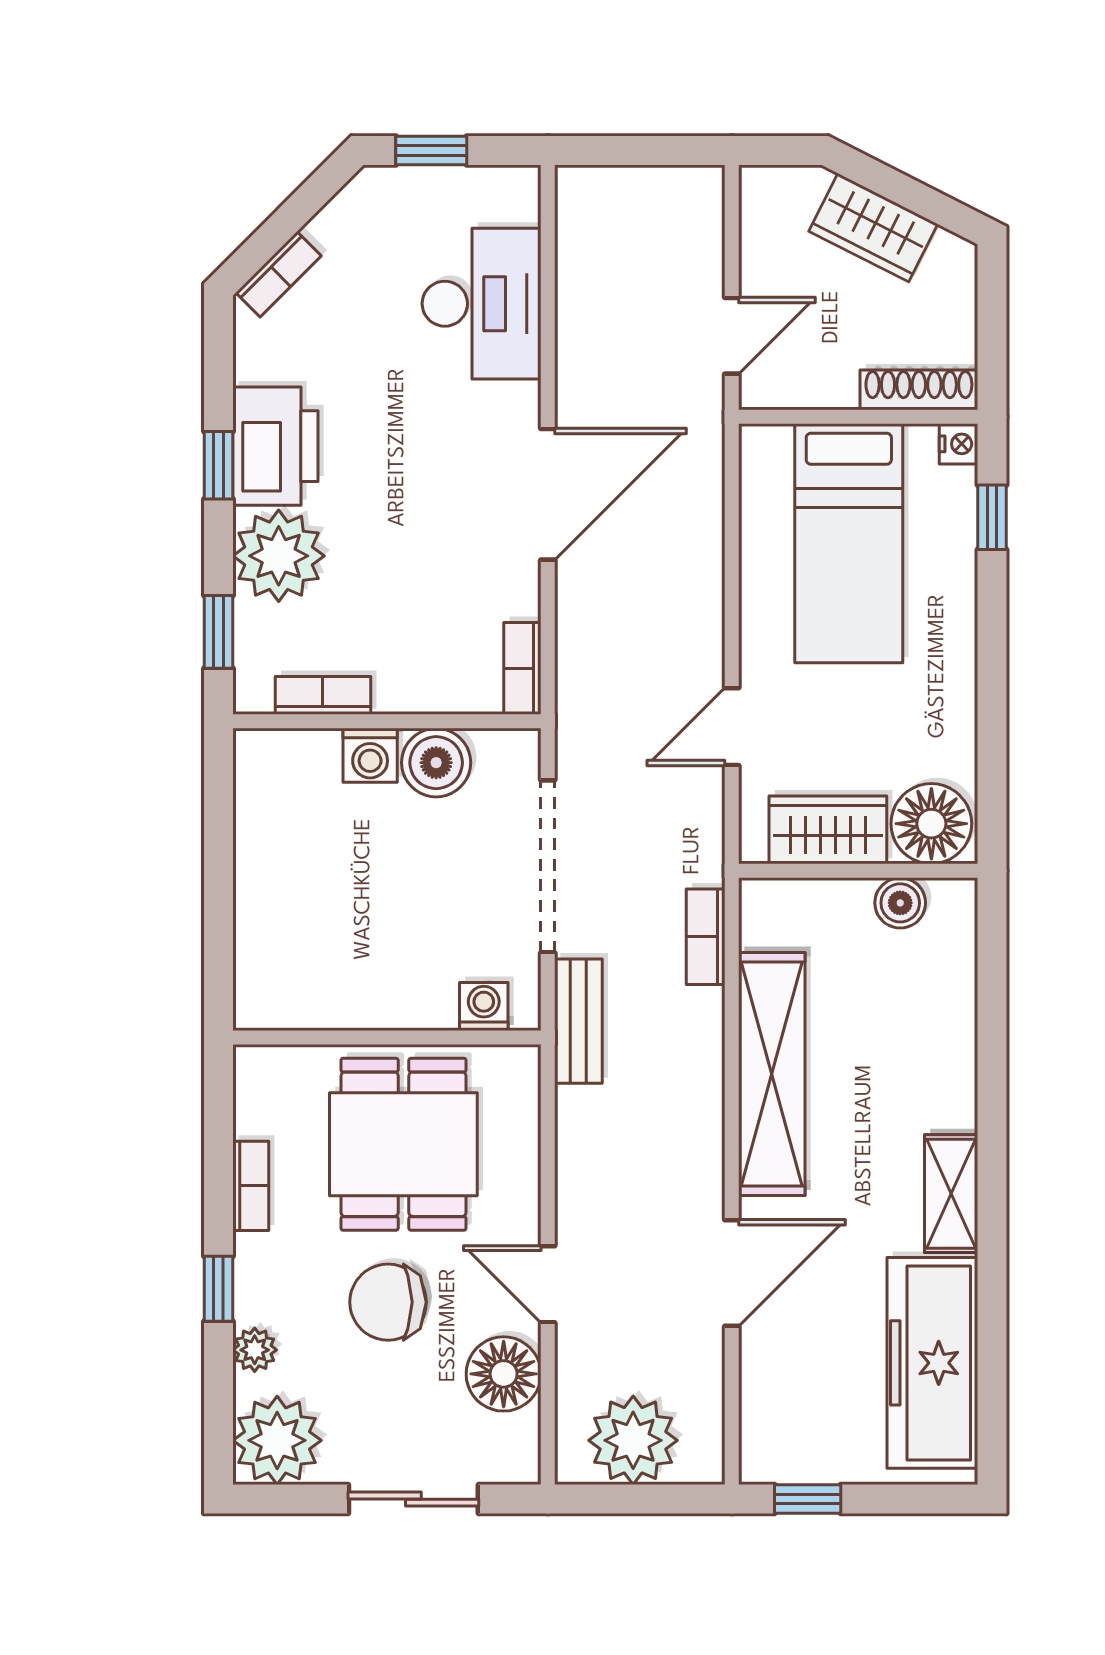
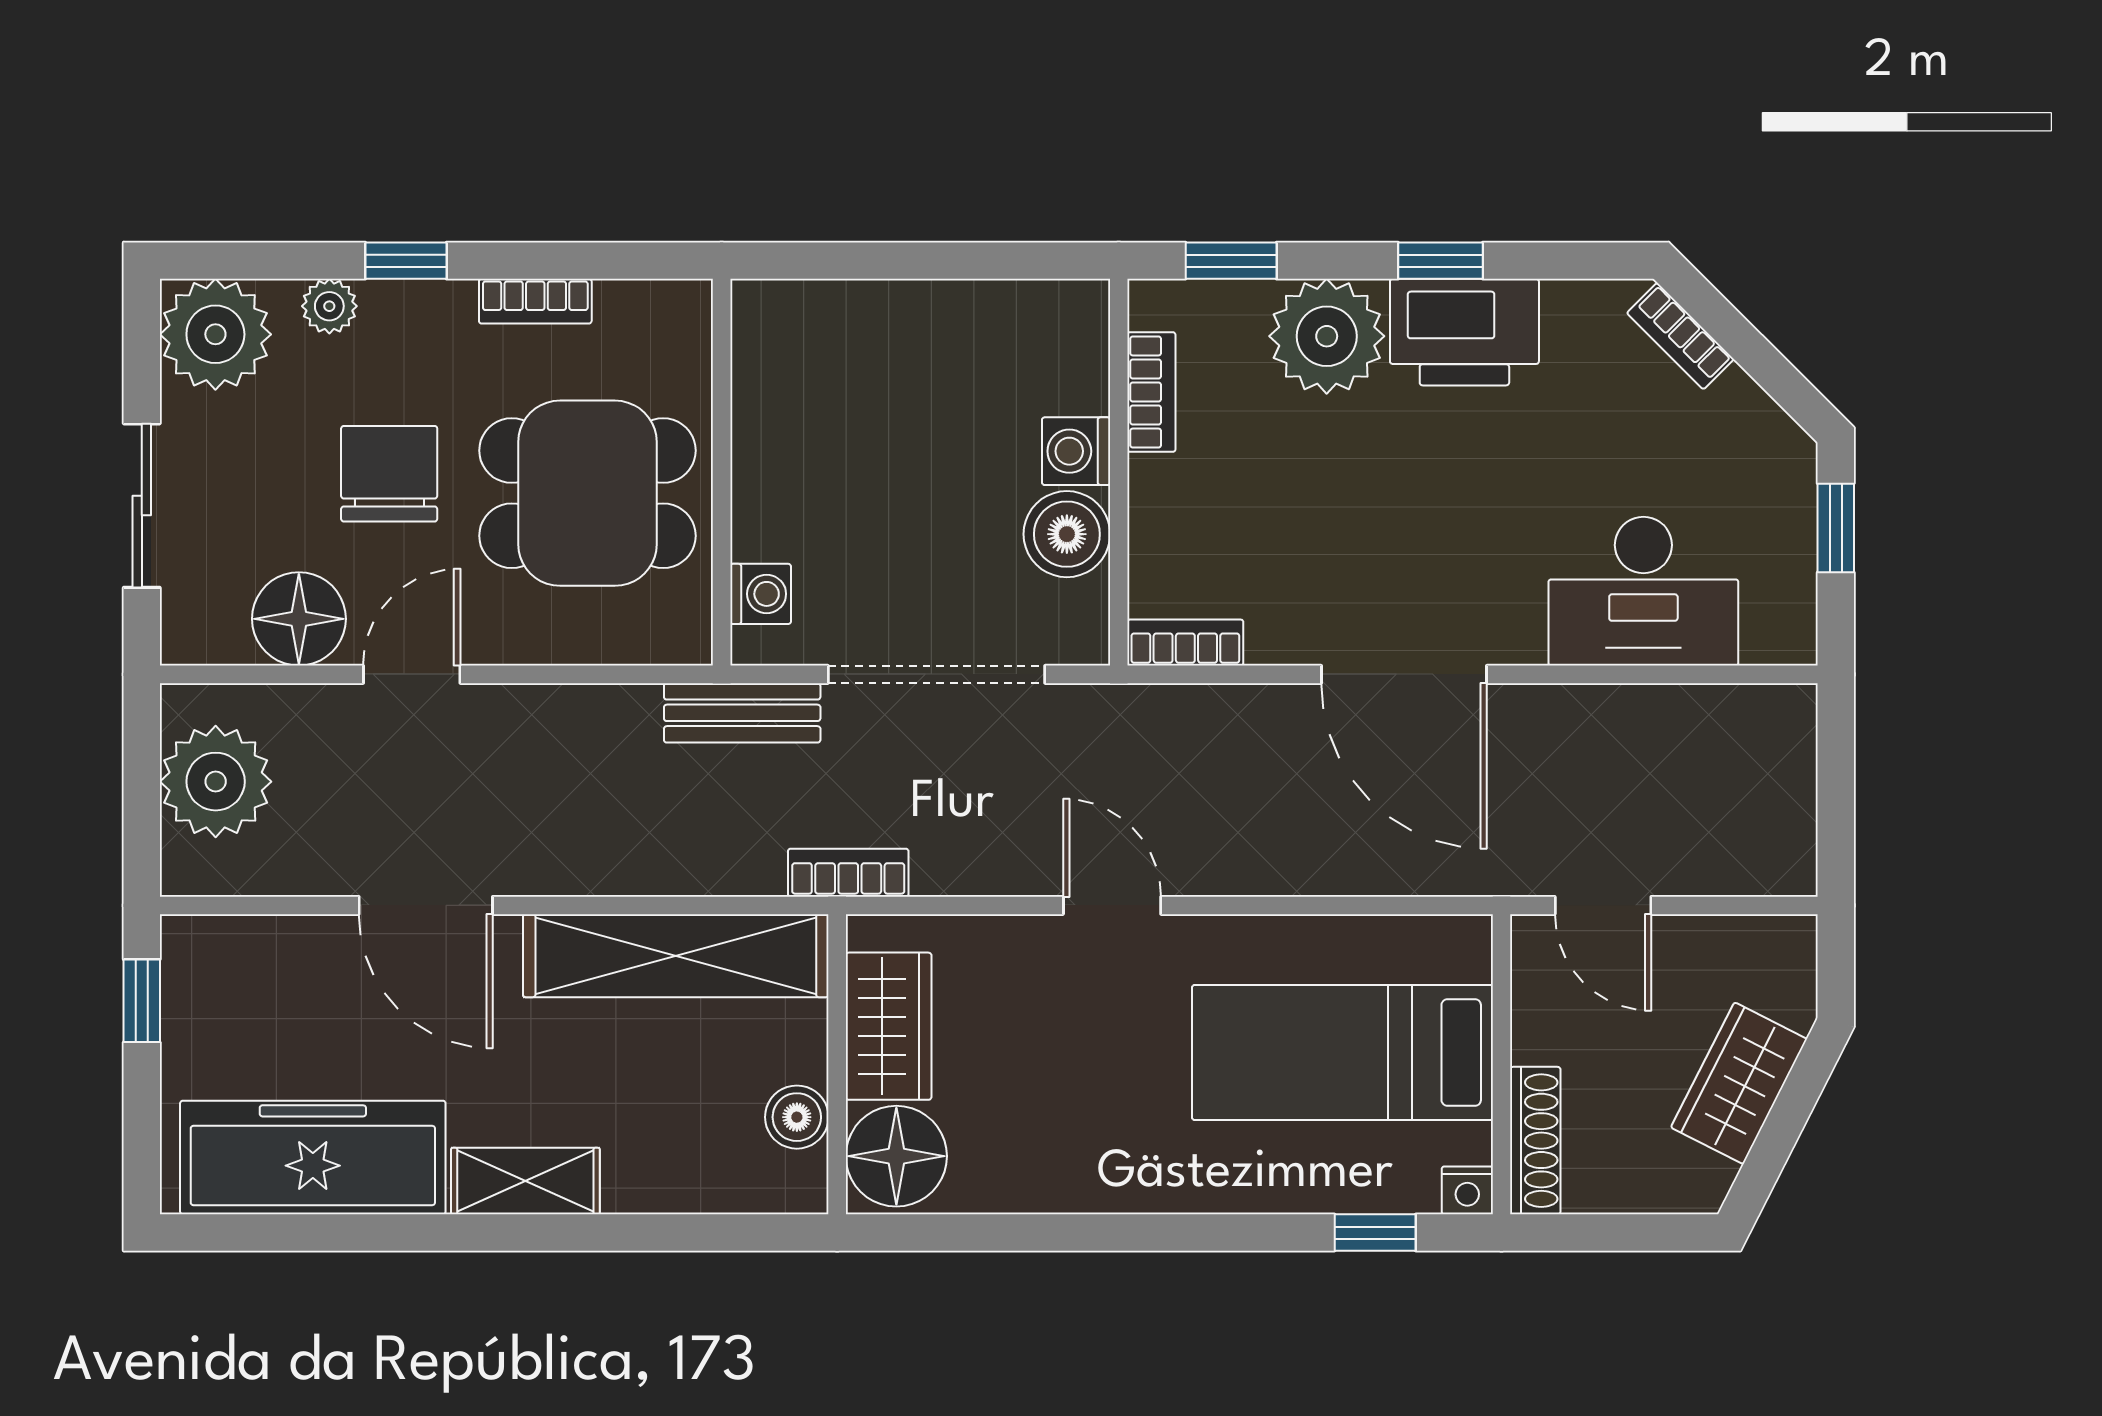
floor lamp: (931, 824) -> (896, 1156), moved
wardrobe: (828, 830) -> (889, 1026), moved
wall: (858, 871) -> (837, 1064), moved
boiler: (900, 903) -> (797, 1117), moved

